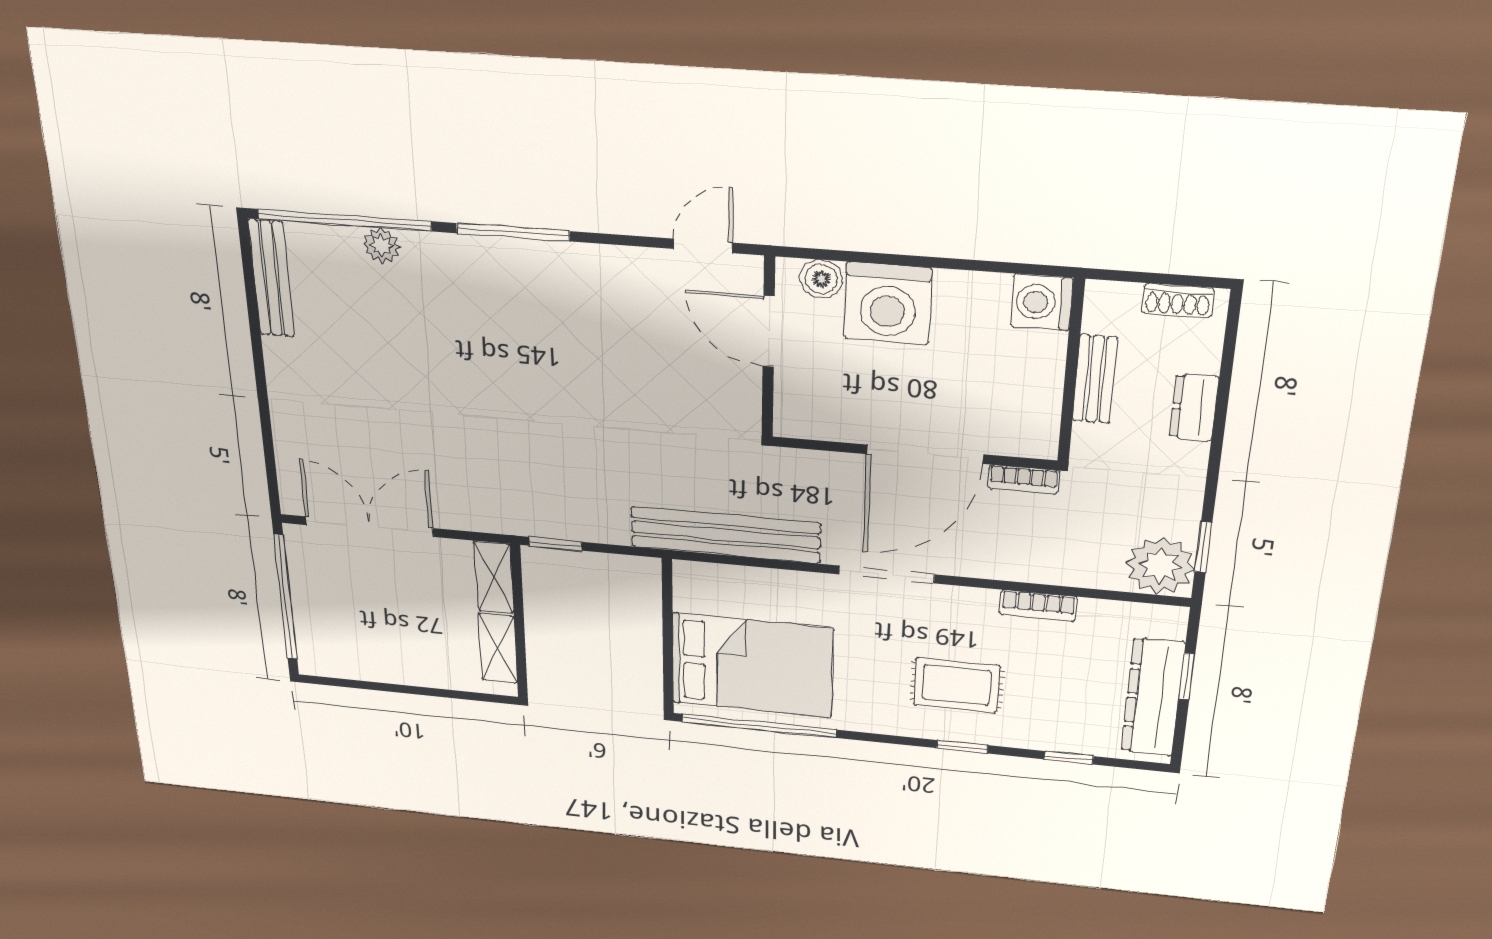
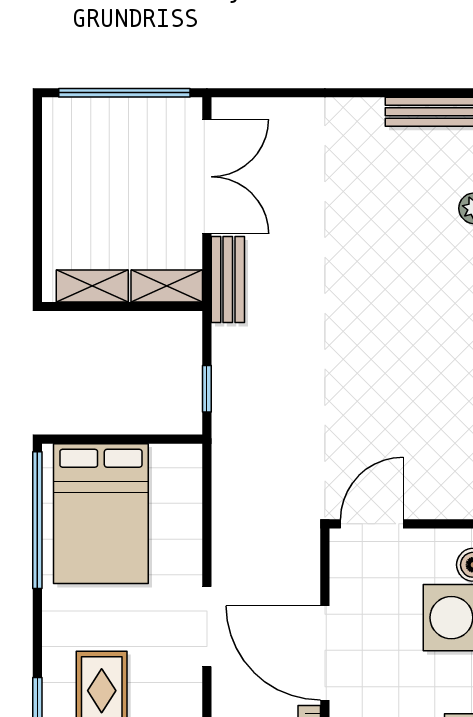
door: (769, 331) -> (372, 524), moved
bench: (725, 535) -> (228, 280), moved, width x0.54, depth x0.82
window: (555, 544) -> (207, 389), moved

